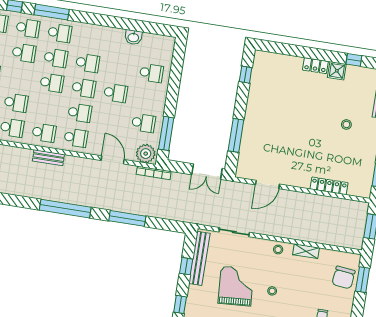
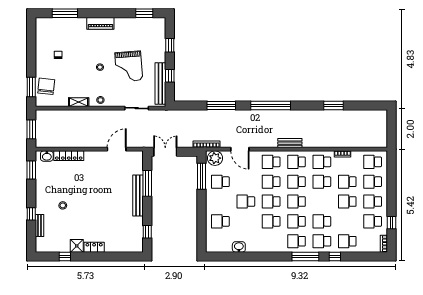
school desk: (48, 108) -> (297, 182), added
bench: (250, 122) -> (138, 196), added
washbasin: (357, 190) -> (47, 156), added

